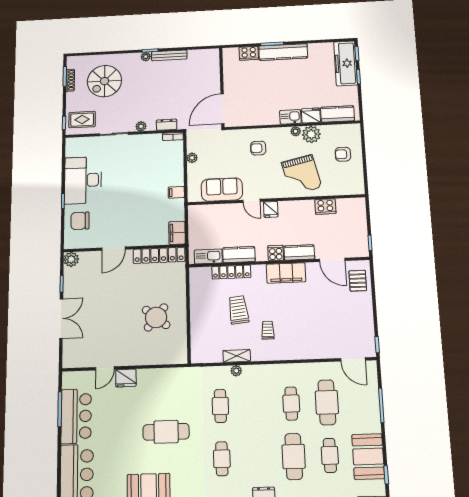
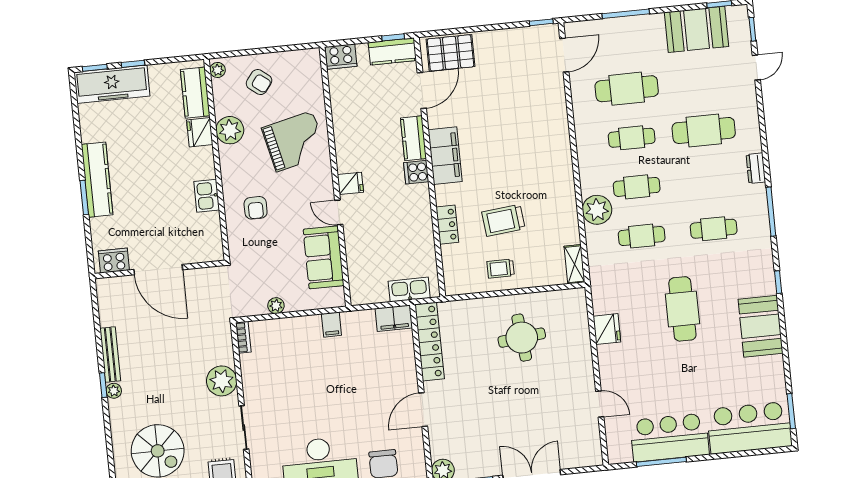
cooker: (249, 53) -> (114, 261), moved, turned -90
door: (222, 109) -> (158, 270), moved
kitchen sink: (290, 117) -> (207, 196), moved
dresser: (167, 125) -> (225, 349), removed
plant: (141, 126) -> (222, 381), width x1.88, depth x1.88
plant: (296, 131) -> (218, 70), moved
armchair: (343, 154) -> (259, 82), turned -52
door: (251, 201) -> (339, 212), swing flipped
cooker: (325, 206) -> (341, 57), moved, turned 90
door: (114, 249) -> (423, 410), swing flipped
kitchen counter: (239, 255) -> (392, 51), moved, turned -90
kitchen sink: (208, 256) -> (409, 290), moved, turned 90
locker: (231, 272) -> (447, 225), width x0.66
pallet: (358, 281) -> (450, 53), width x1.50, depth x1.42
round table: (156, 317) -> (522, 338), turned 45
trolley: (268, 330) -> (500, 269), moved
shelving: (237, 356) -> (575, 264), moved
plant: (236, 371) -> (597, 210), width x1.88, depth x1.88
fridge: (126, 378) -> (607, 329), moved
cafe table: (330, 455) -> (637, 187), moved

